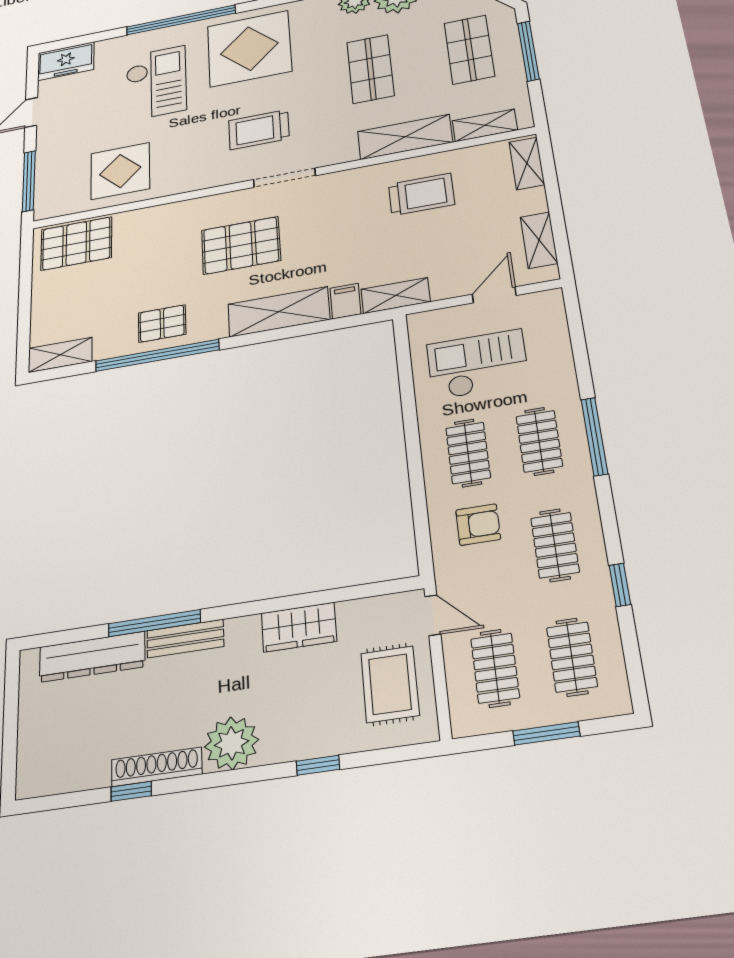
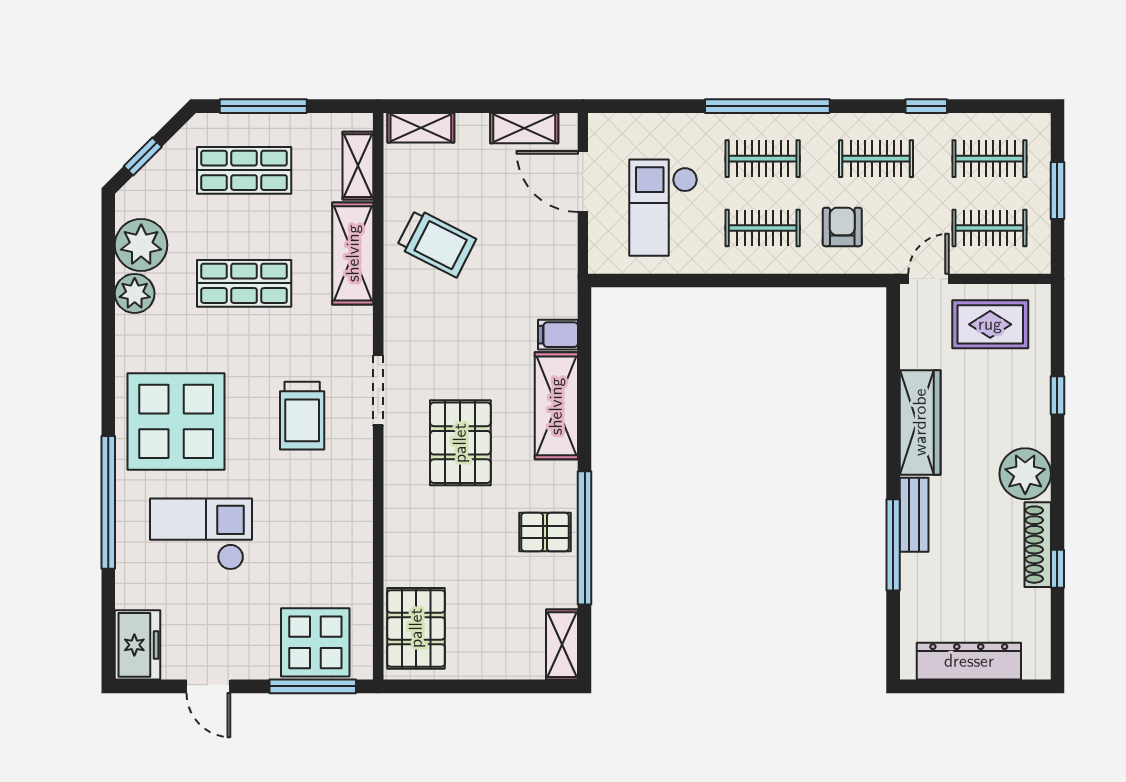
display table: (120, 171) -> (315, 642), moved
trolley: (421, 194) -> (436, 243), turned 117
door: (494, 295) -> (583, 182), width x1.38
shelving: (396, 296) -> (562, 282), removed
pallet: (162, 324) -> (545, 532), turned 90
window: (594, 437) -> (767, 106), width x1.46
wardrobe: (299, 627) -> (920, 422), width x1.50
dresser: (92, 657) -> (969, 661), moved, turned -90

